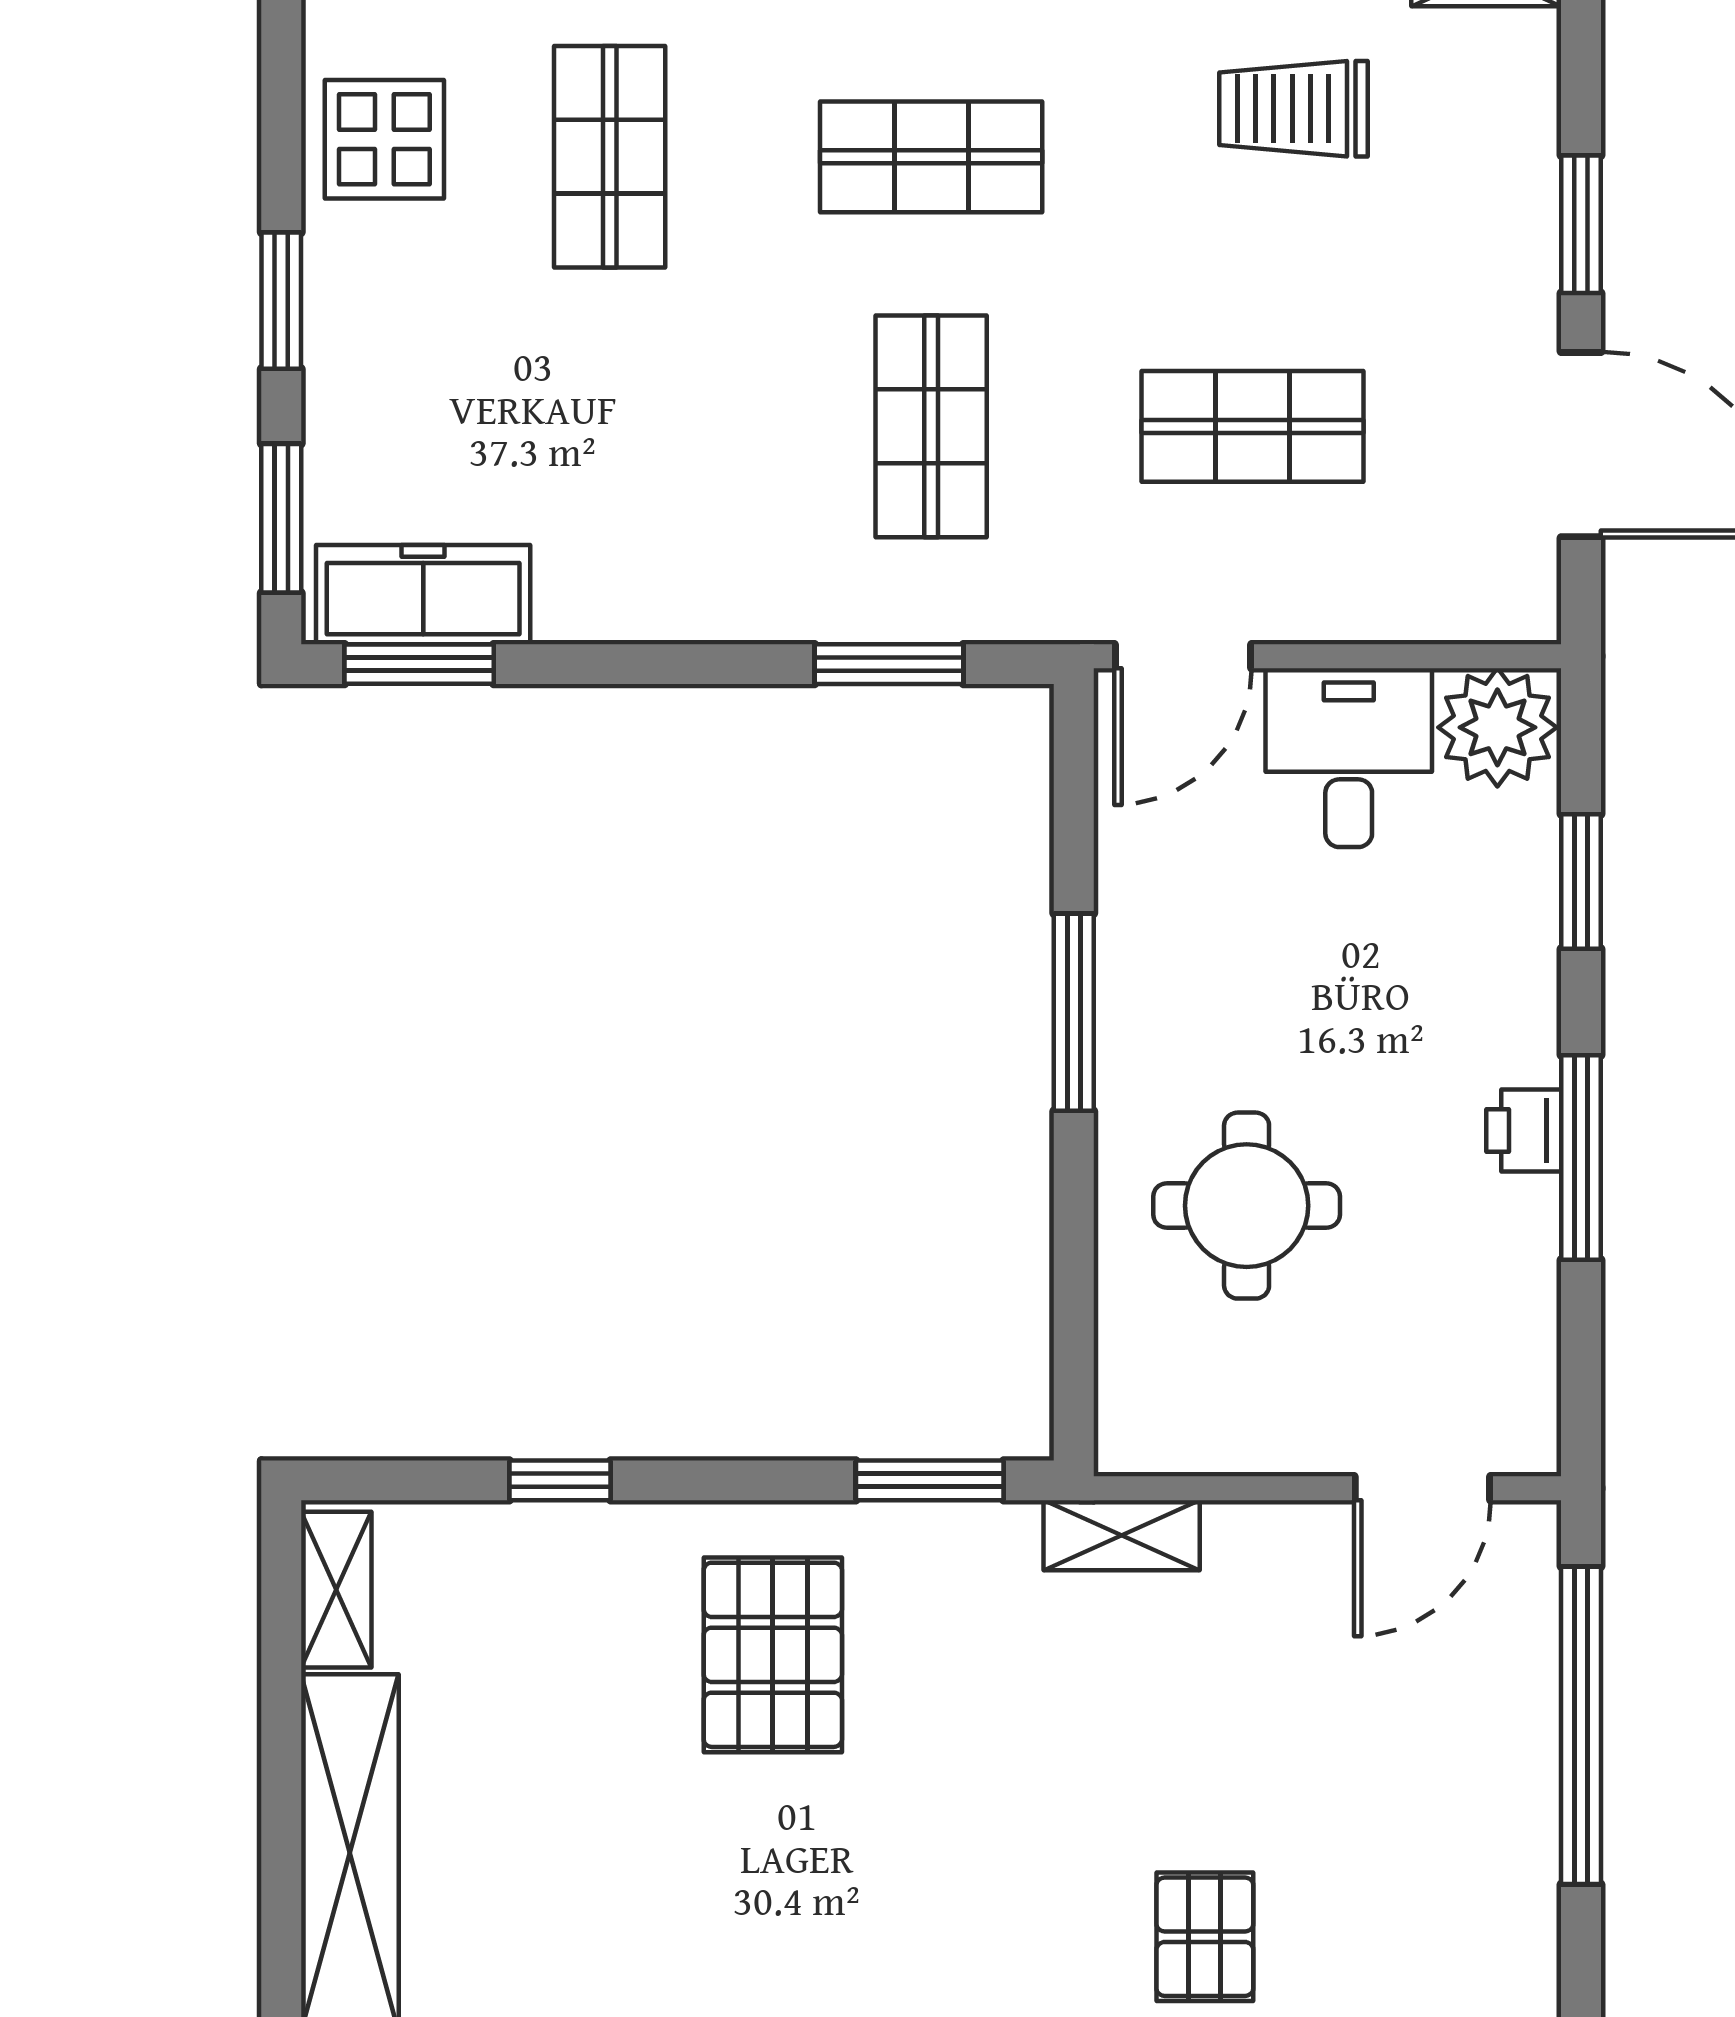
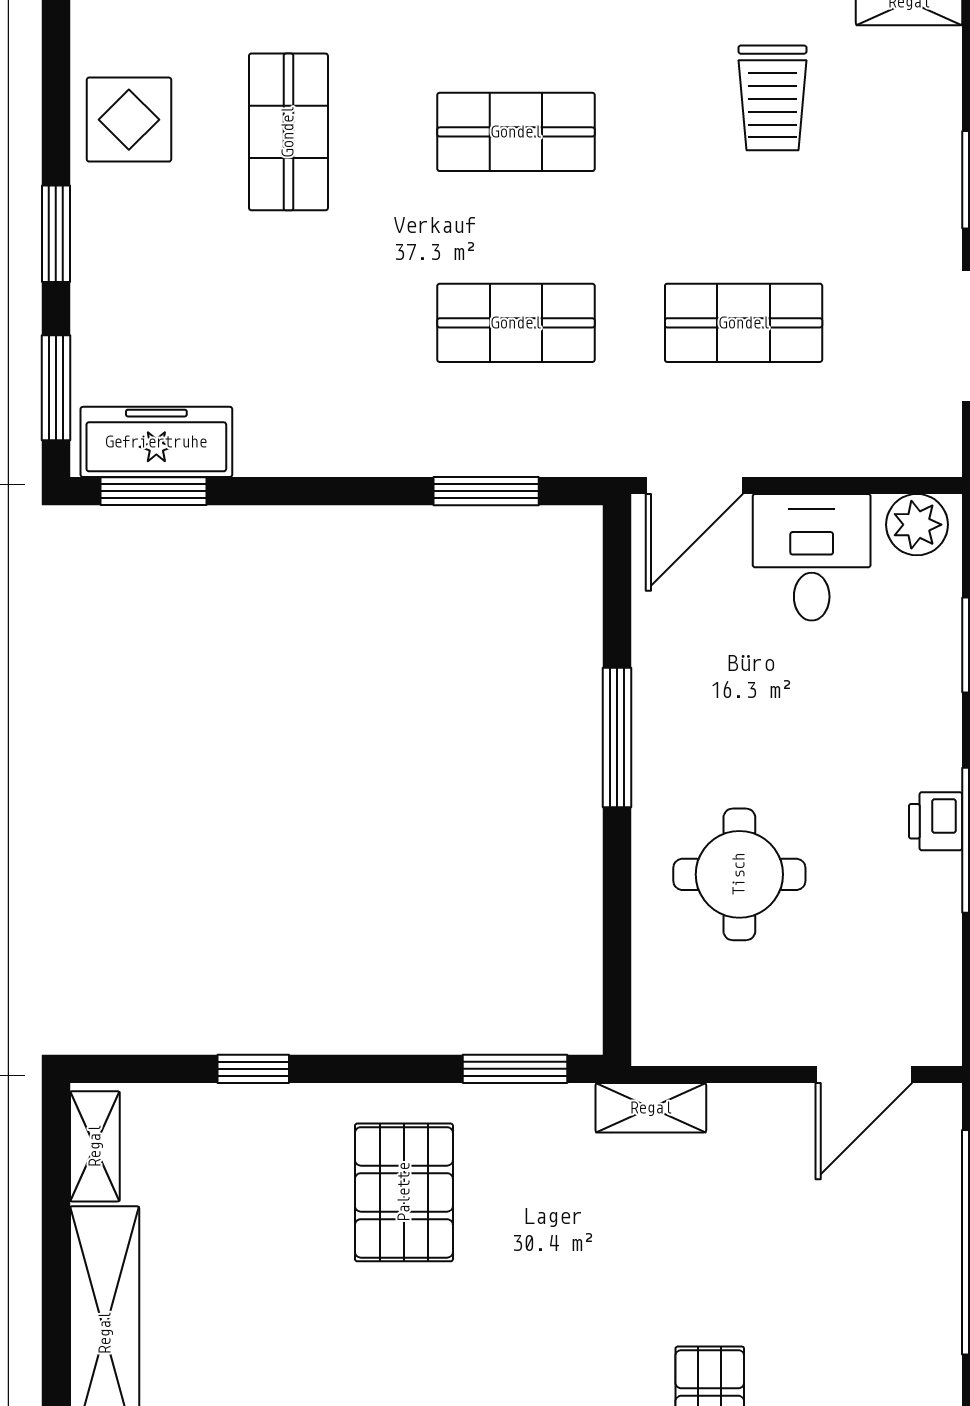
trolley: (1293, 109) -> (772, 98), turned -90
shop shelf: (931, 426) -> (516, 323), turned 90
plant: (1497, 727) -> (917, 525), width x0.73, depth x0.73

